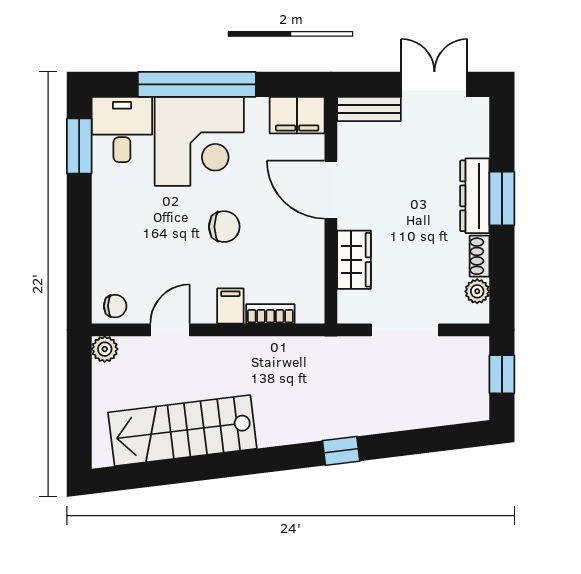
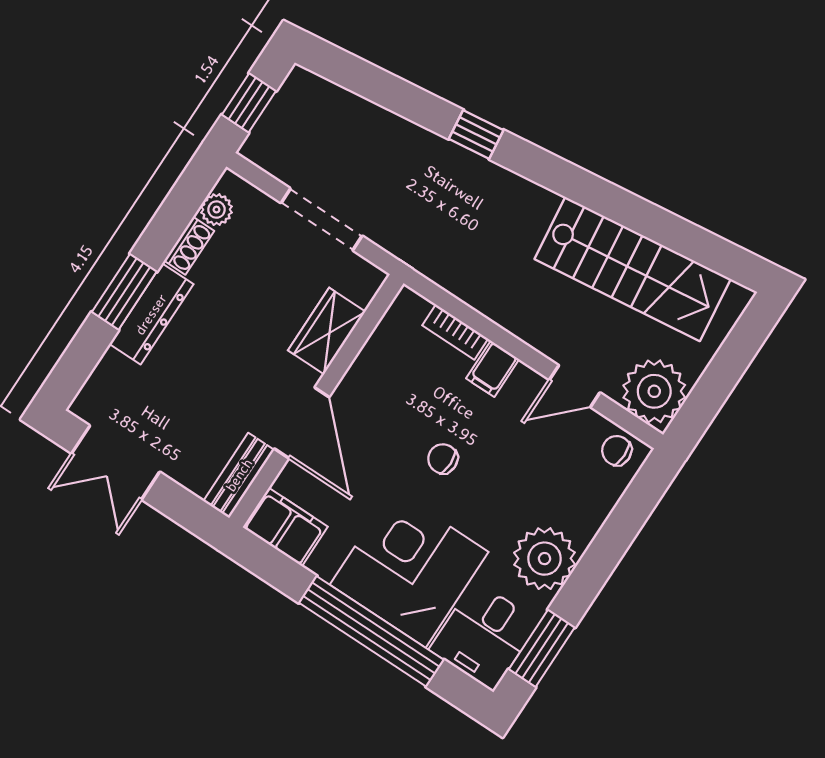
bench: (369, 109) -> (239, 475), moved, turned 90
plant: (116, 205) -> (544, 559), added
chair: (224, 227) -> (443, 459), width x0.73, depth x0.73
plant: (105, 349) -> (654, 391), width x1.87, depth x1.87

